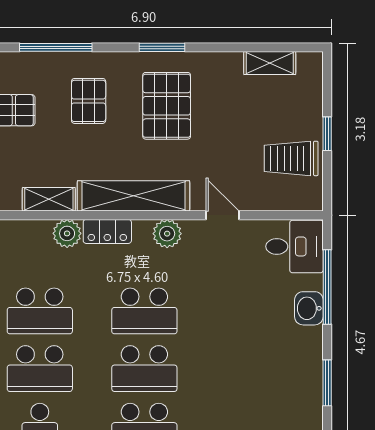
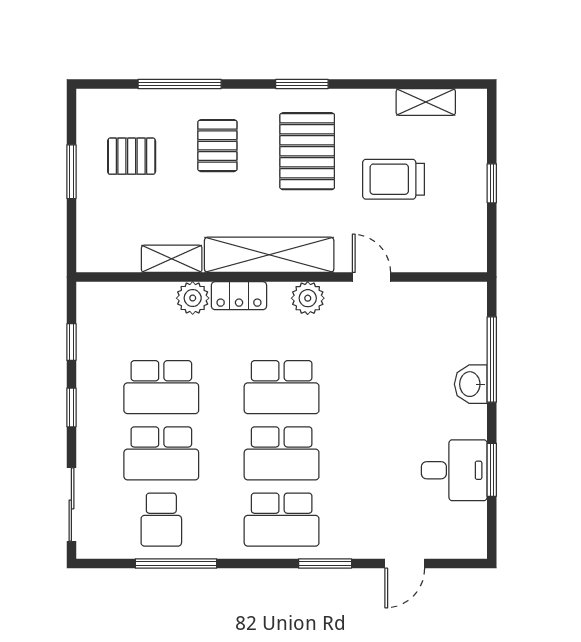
trolley: (291, 158) -> (394, 179), moved
desk: (294, 246) -> (454, 470), moved

